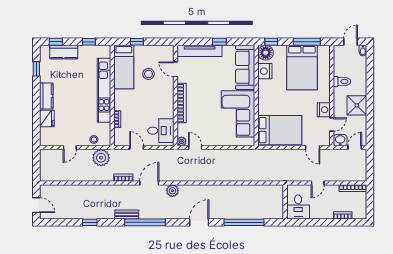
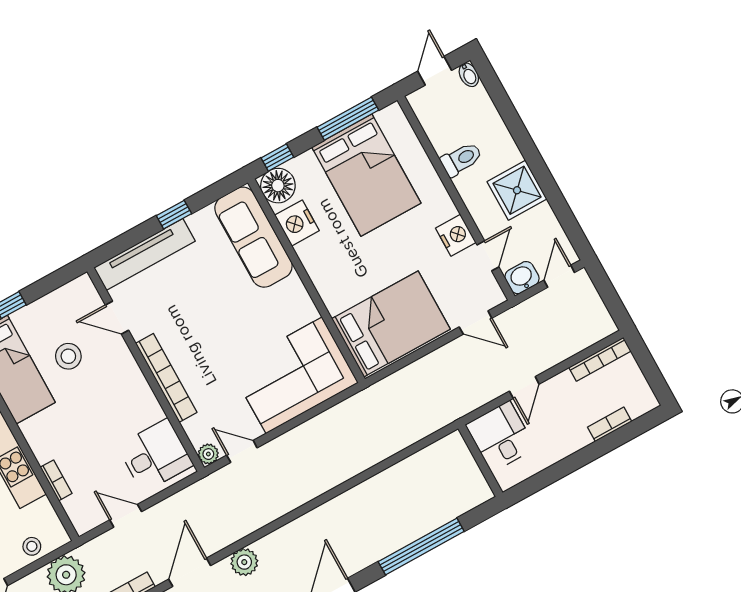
corner sofa: (238, 114) -> (294, 375), moved, turned 90
desk: (298, 207) -> (501, 436), moved, turned 180

